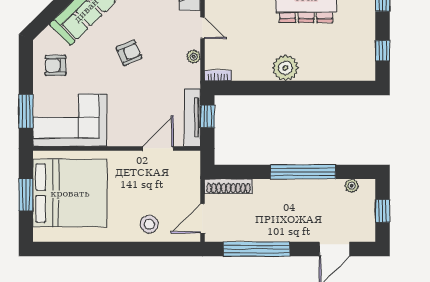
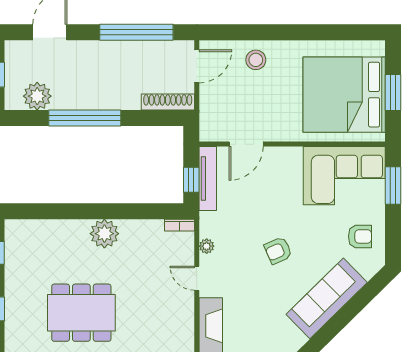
plant: (352, 186) -> (37, 96), width x1.88, depth x1.88

